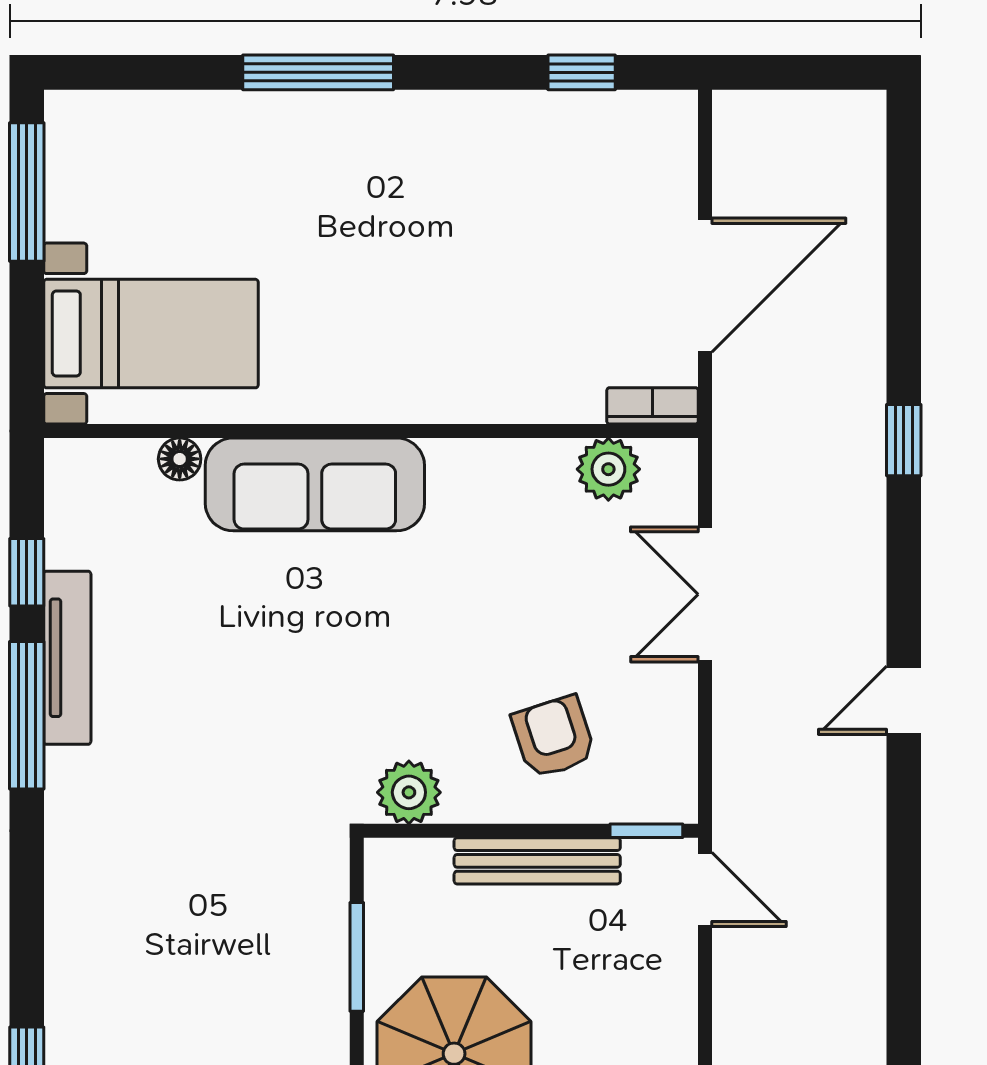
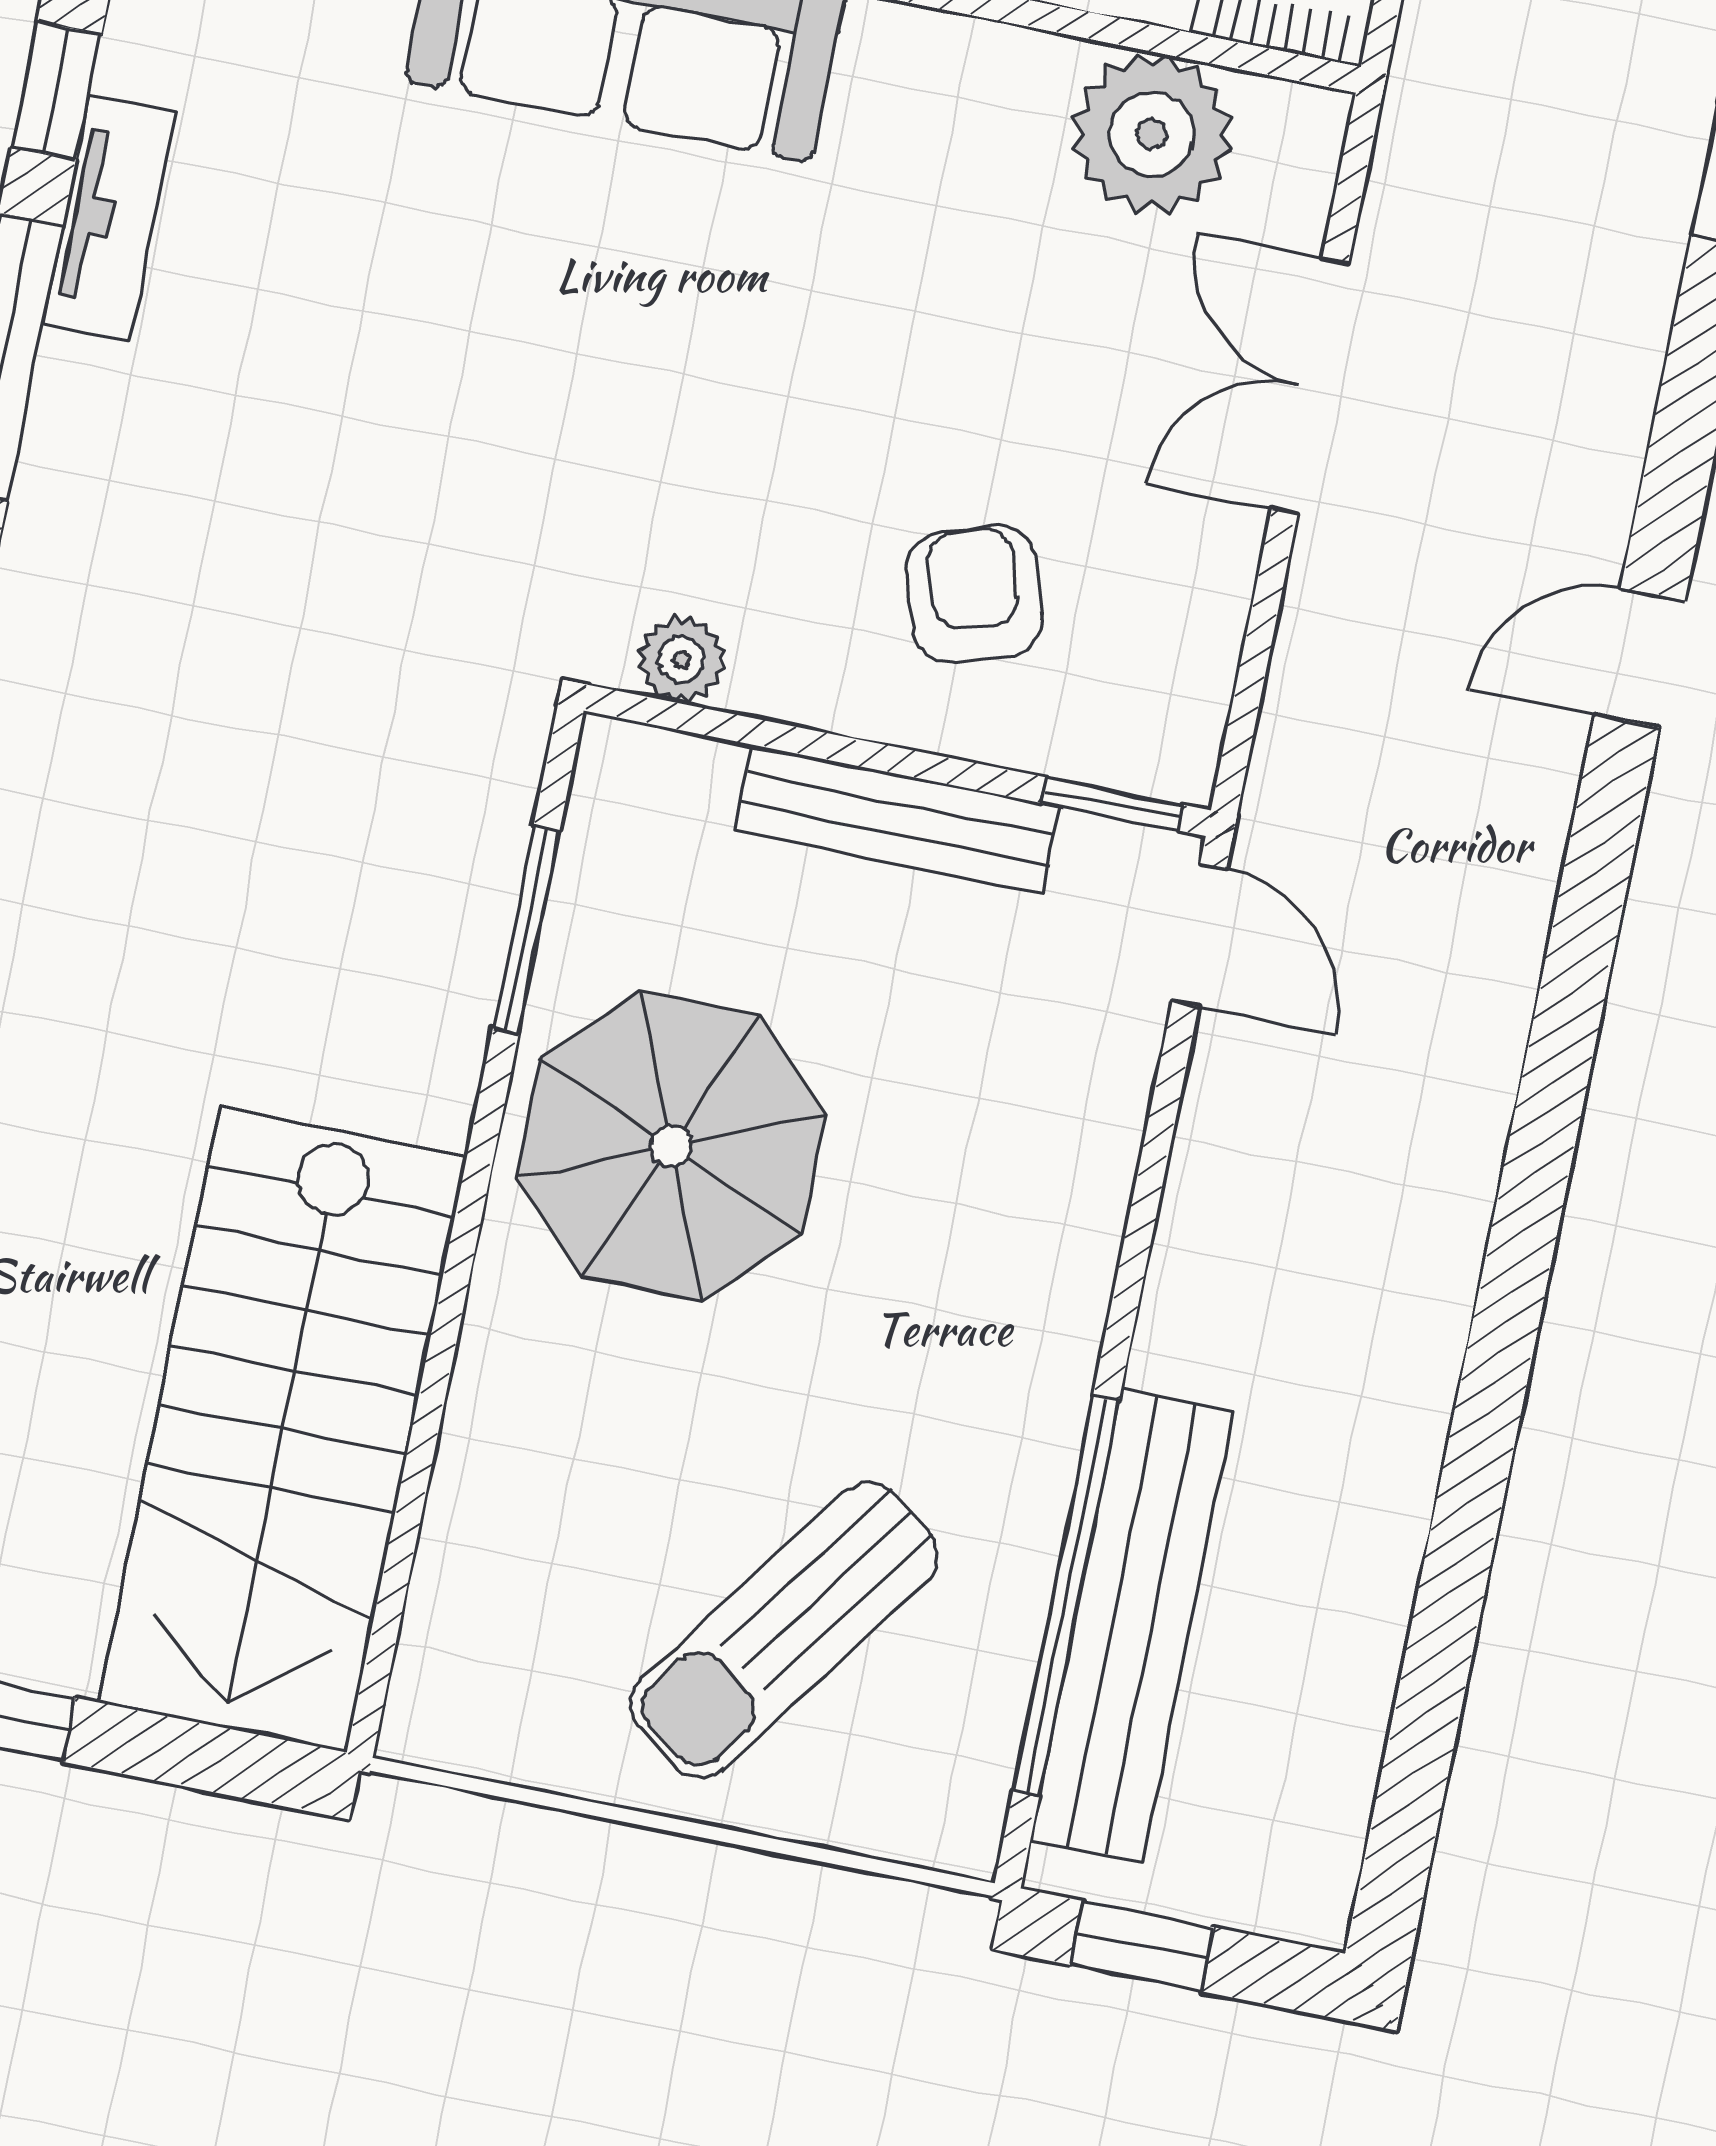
plant: (608, 469) -> (1152, 134), width x1.36, depth x1.36
tv unit: (67, 658) -> (109, 218), width x0.71
plant: (409, 792) -> (682, 659), width x0.73, depth x0.73

